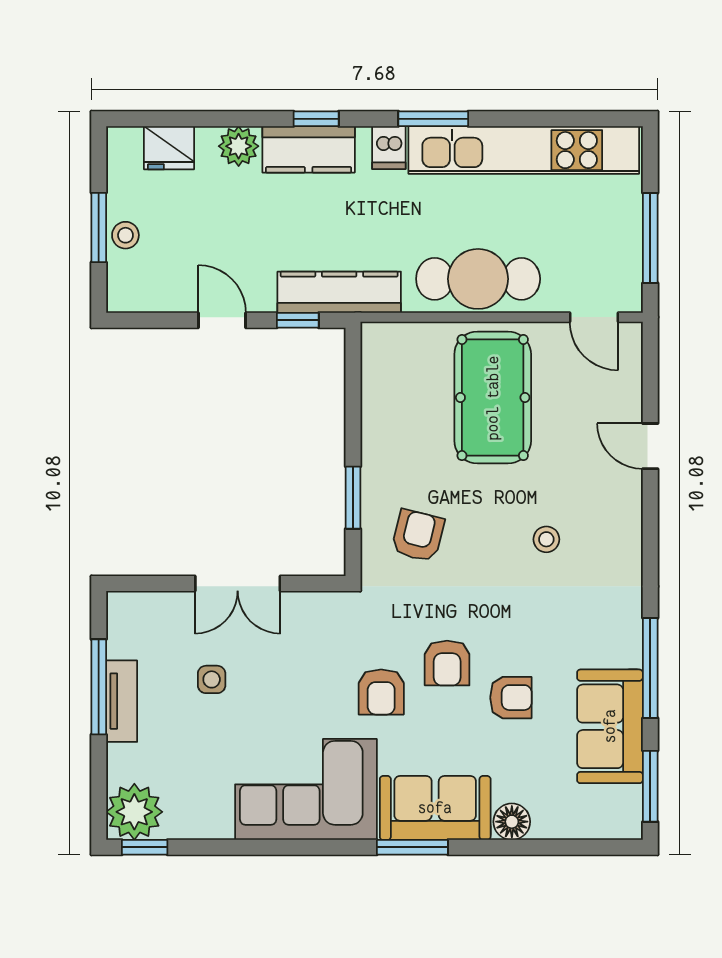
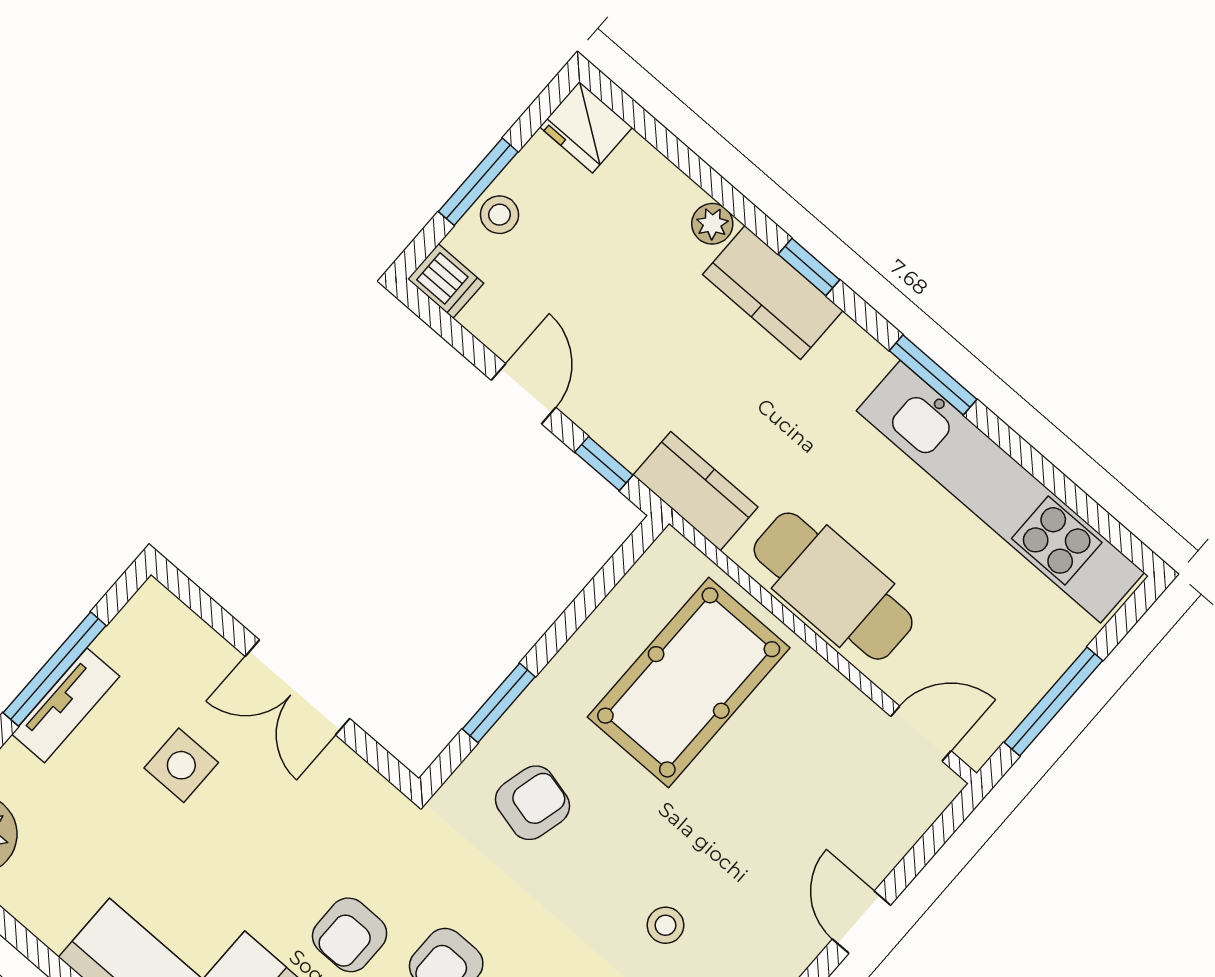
plant: (239, 146) -> (712, 224), width x0.73, depth x0.73
fridge: (169, 148) -> (586, 127), moved
dishwasher: (389, 148) -> (446, 281), moved, turned -90
kitchen counter: (339, 292) -> (695, 491), width x0.67
door: (594, 317) -> (921, 734), swing flipped
pool table: (493, 398) -> (689, 682), moved
side table: (212, 679) -> (181, 765), width x1.37, depth x1.37

